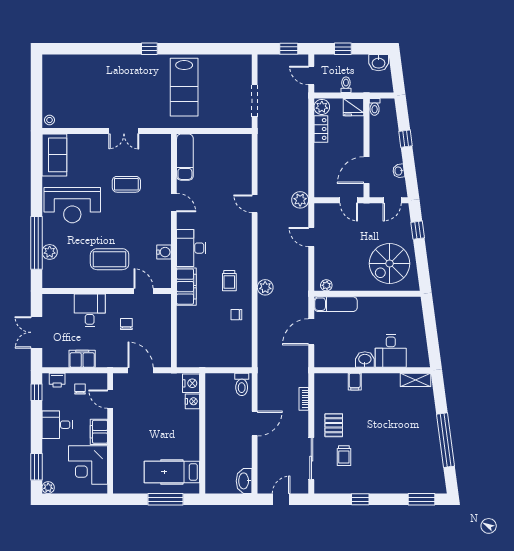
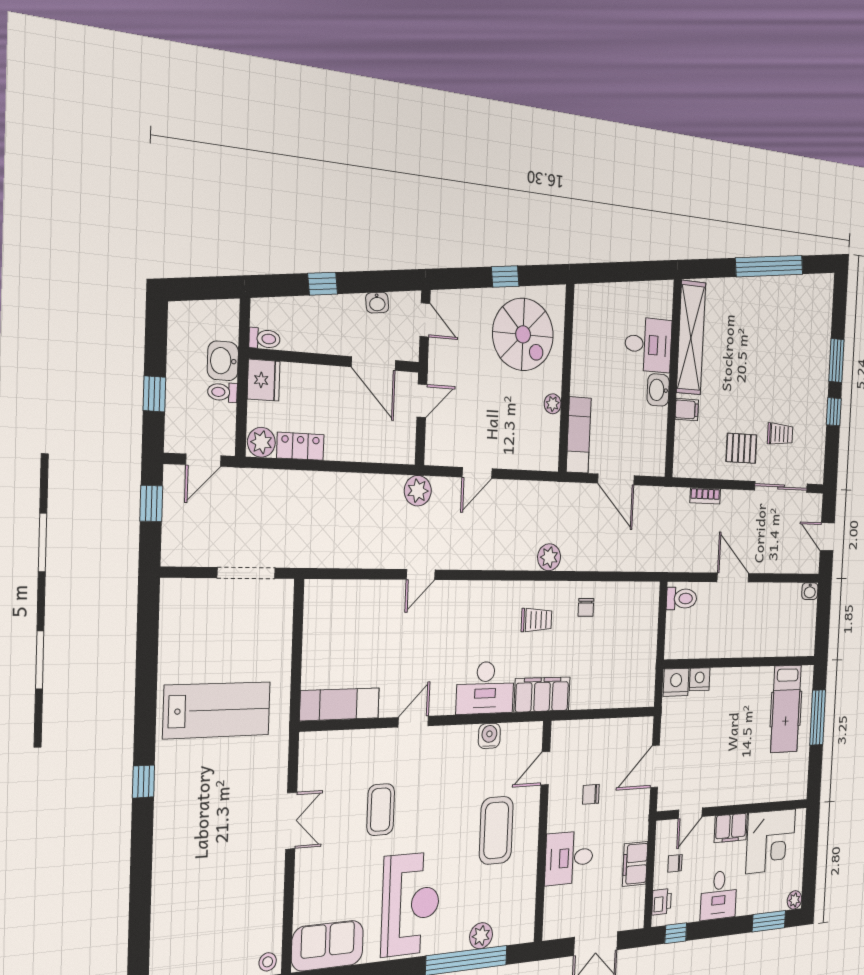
washbasin: (379, 63) -> (223, 361), moved, turned 180
window: (418, 230) -> (505, 276), moved
plant: (326, 285) -> (553, 404), moved
shelving: (415, 380) -> (691, 338), width x2.20, depth x1.33
washbasin: (244, 481) -> (810, 591), width x0.52, depth x0.69
window: (421, 499) -> (836, 360), moved

